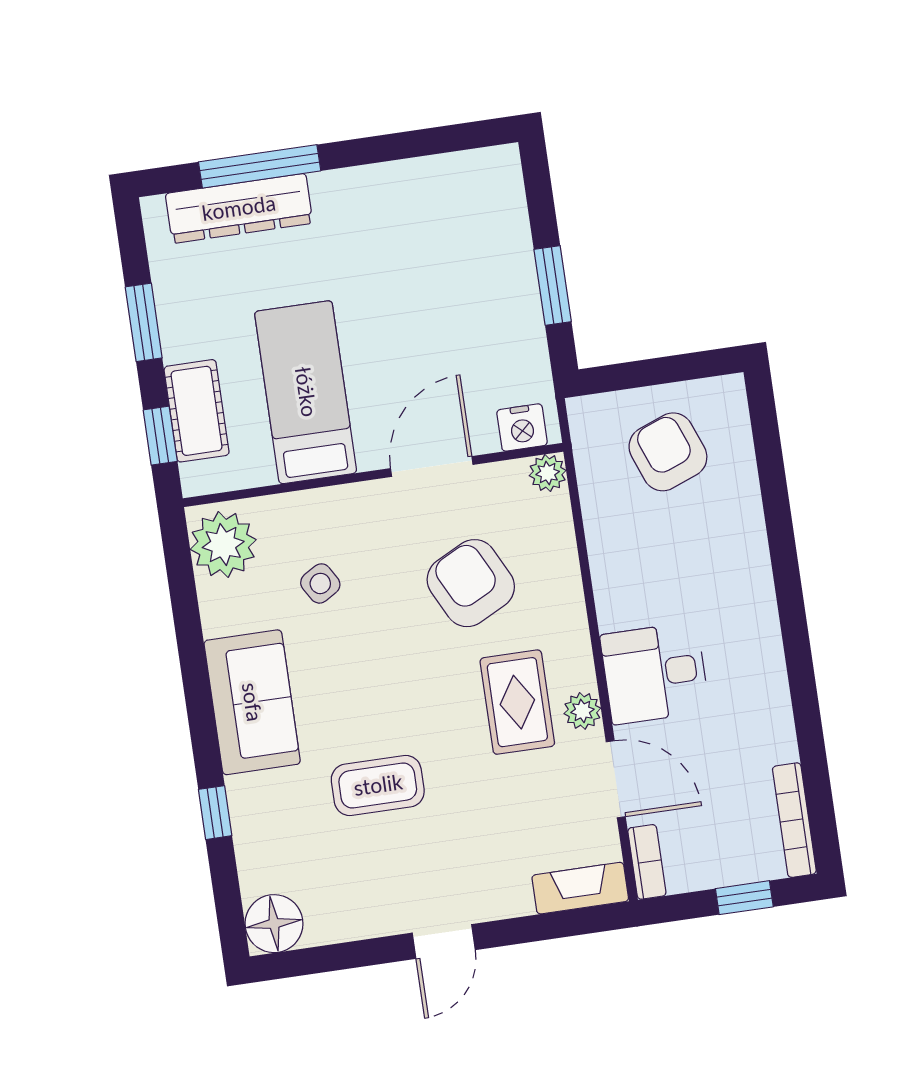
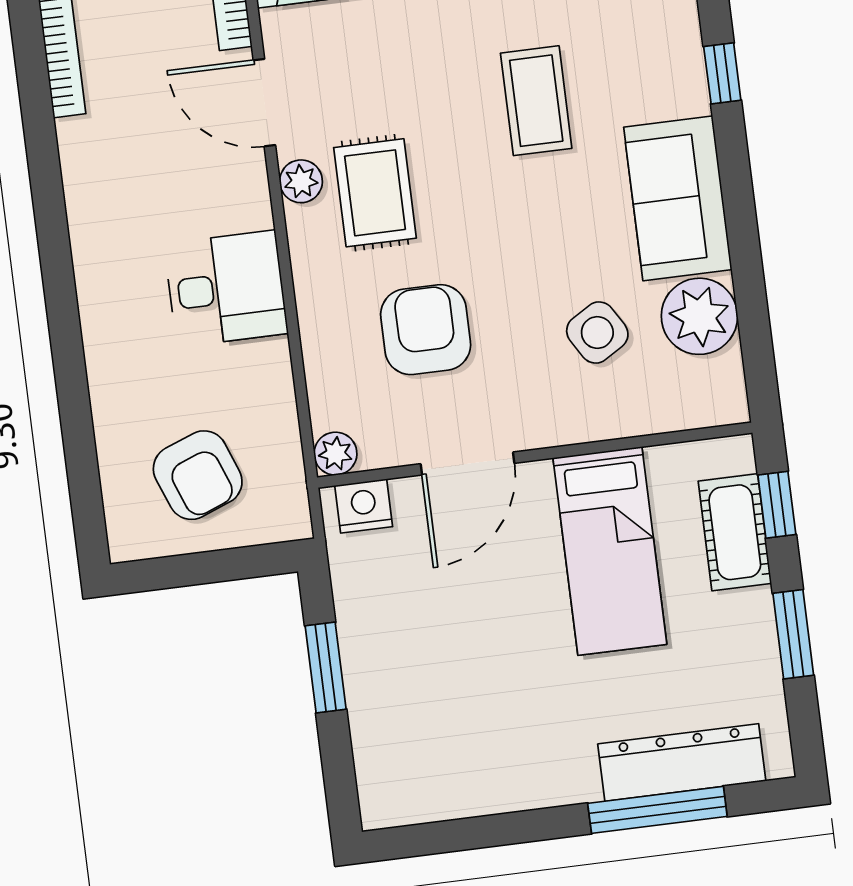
plant: (223, 545) -> (699, 316), moved
side table: (320, 583) -> (597, 333), width x1.37, depth x1.37
armchair: (471, 583) -> (426, 330), turned -153
desk: (655, 673) -> (226, 289), moved
coffee table: (378, 785) -> (536, 101), turned 90

